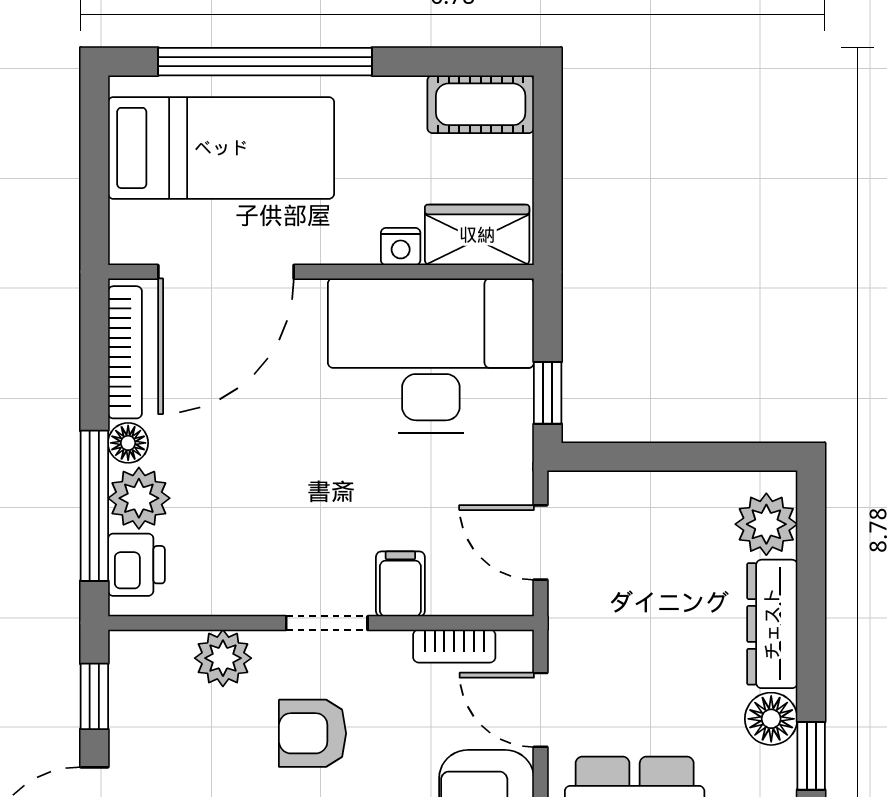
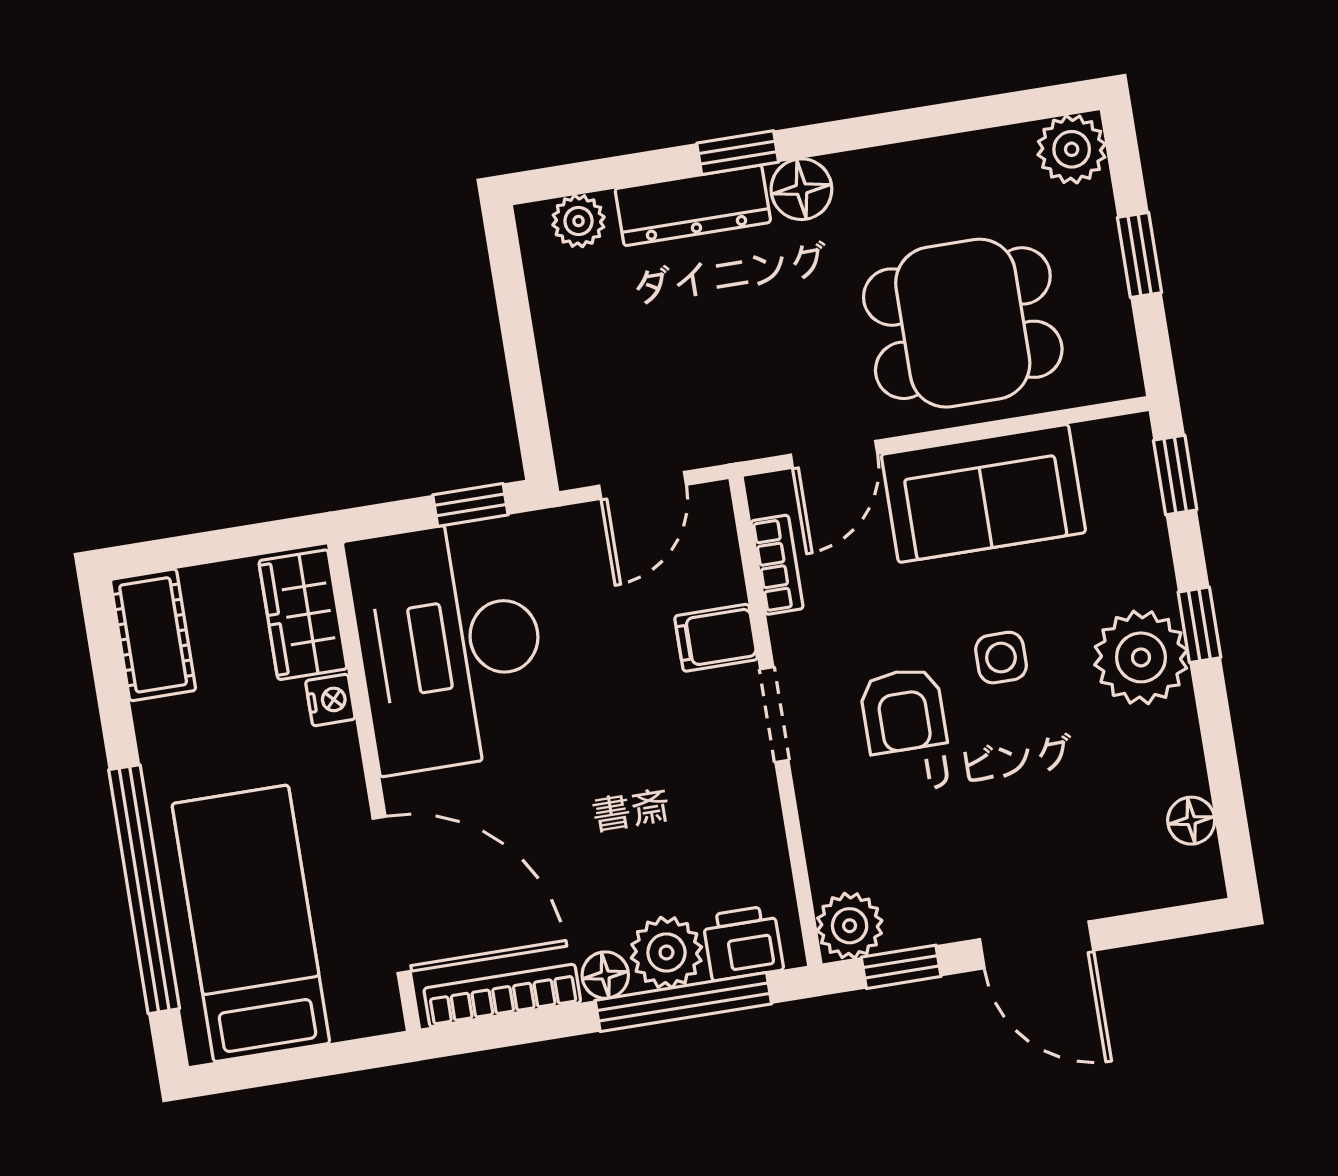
plant: (766, 524) -> (578, 221), width x0.73, depth x0.73
plant: (223, 658) -> (850, 926), moved
window: (811, 756) -> (738, 153), moved

